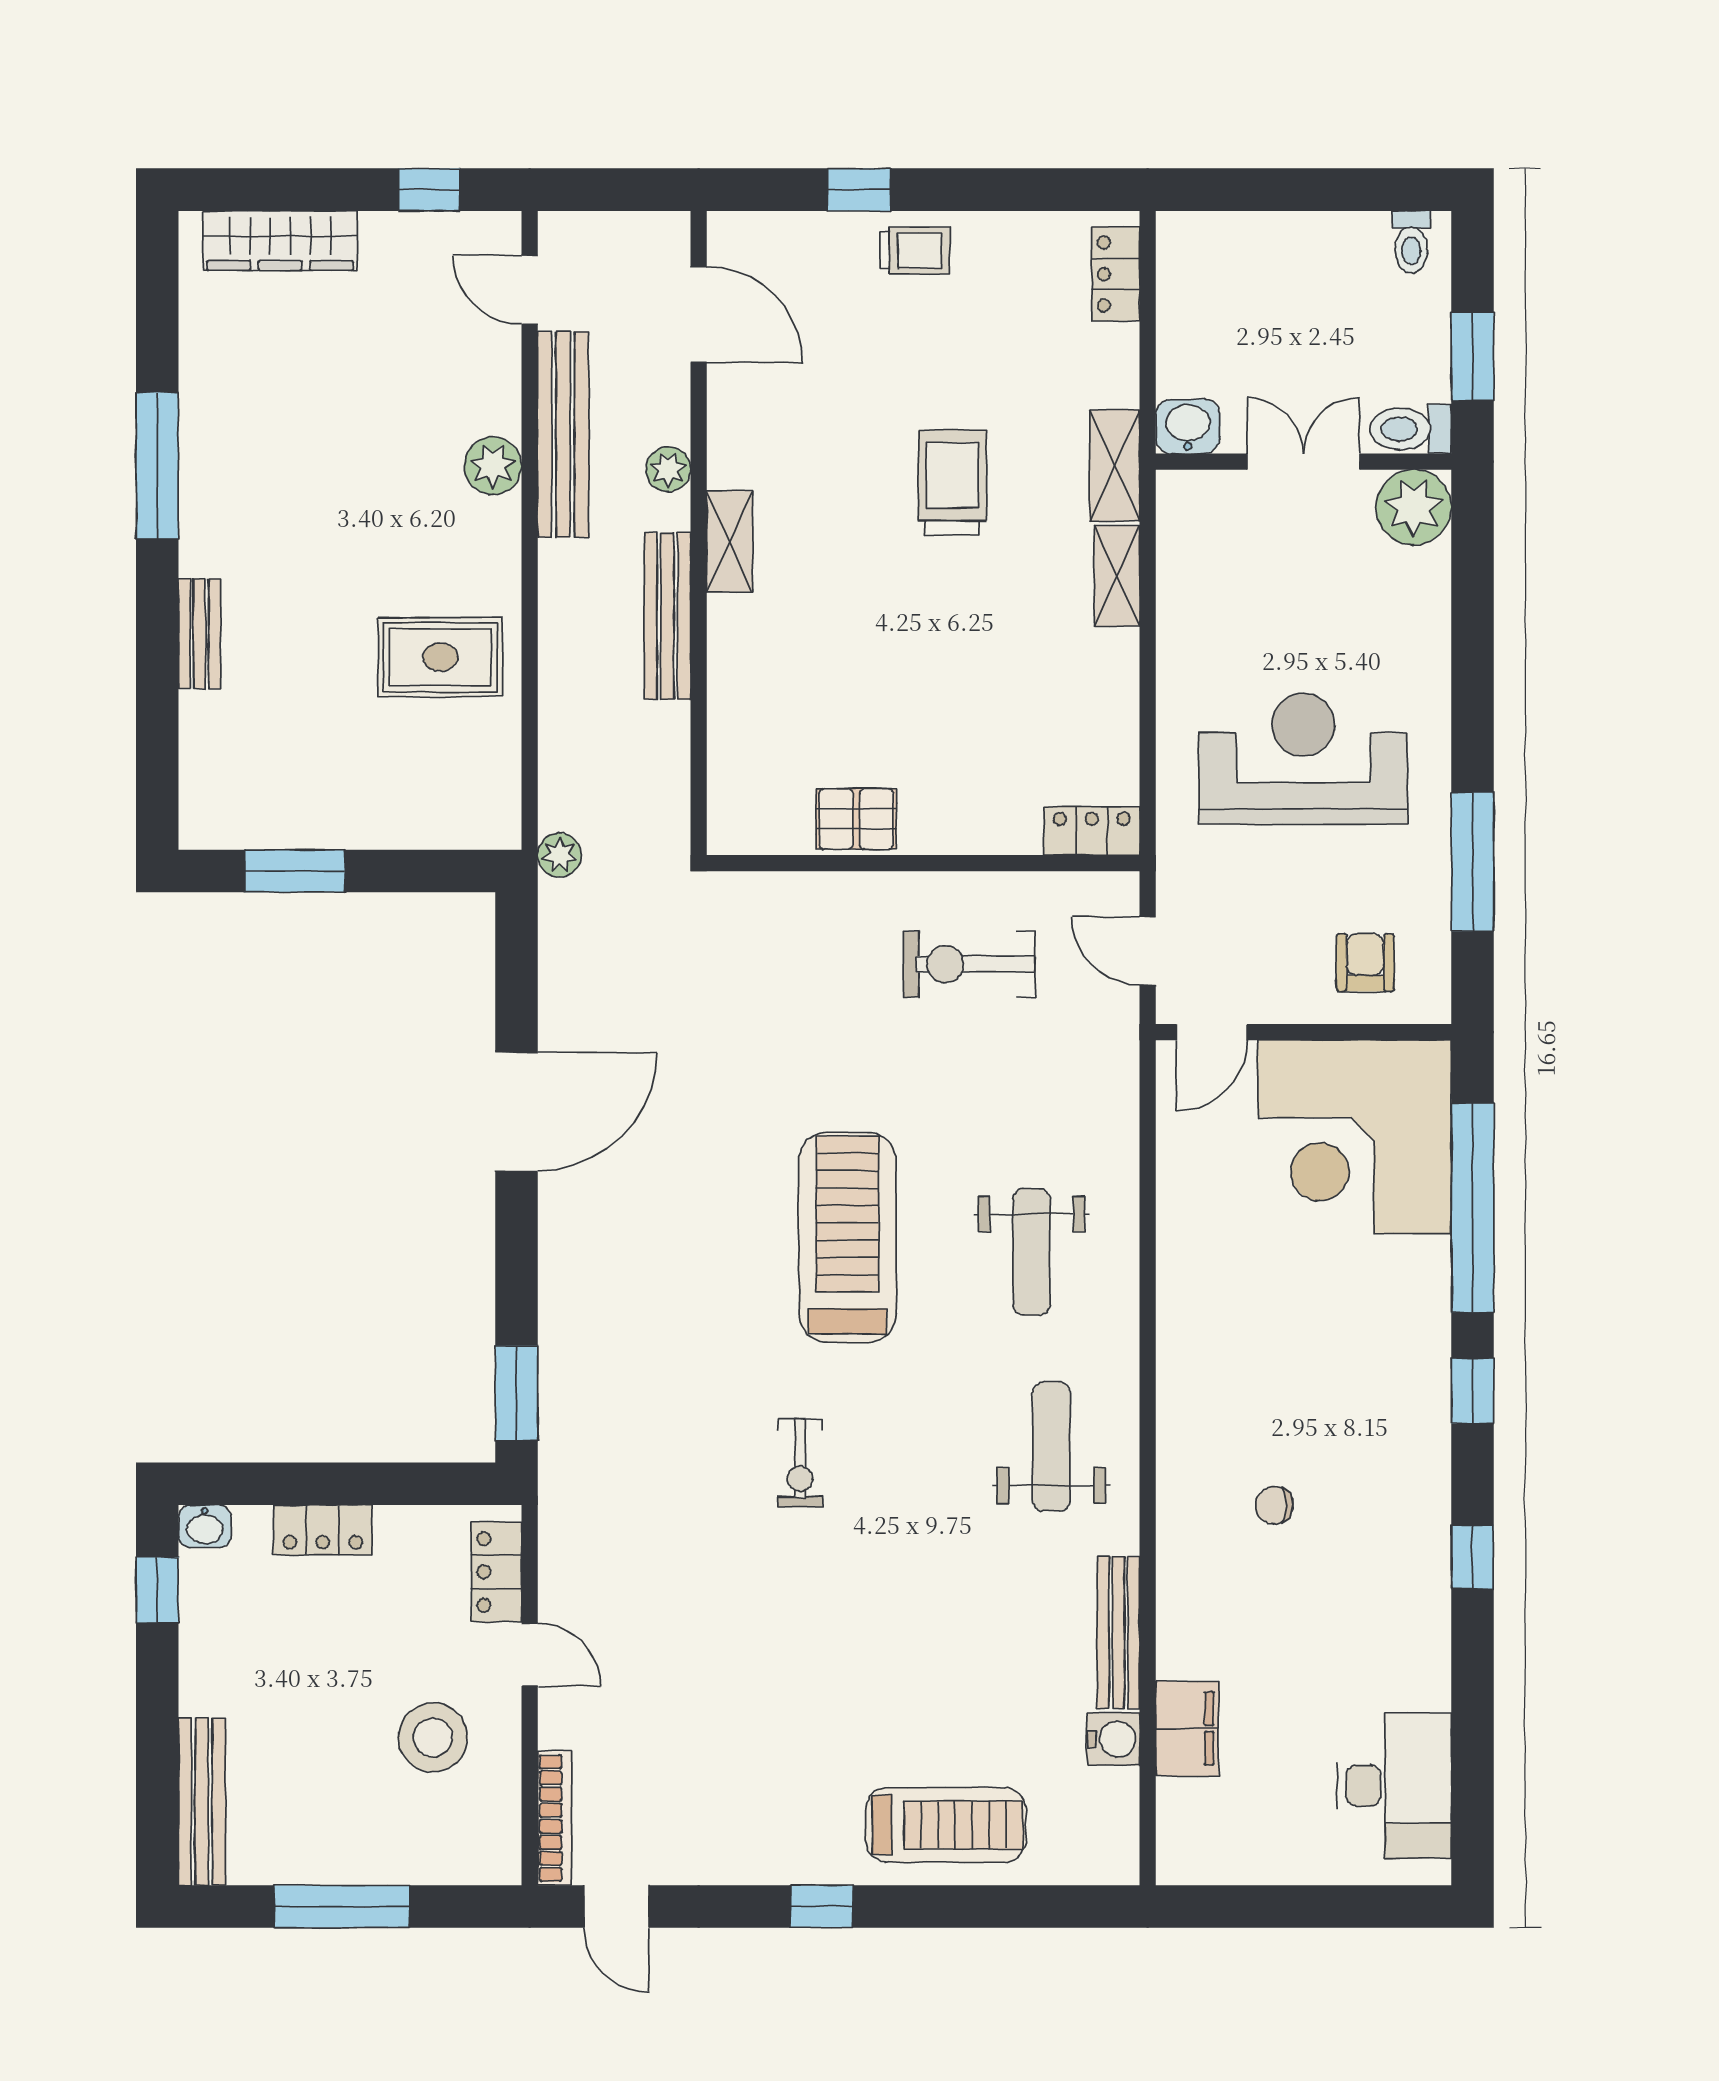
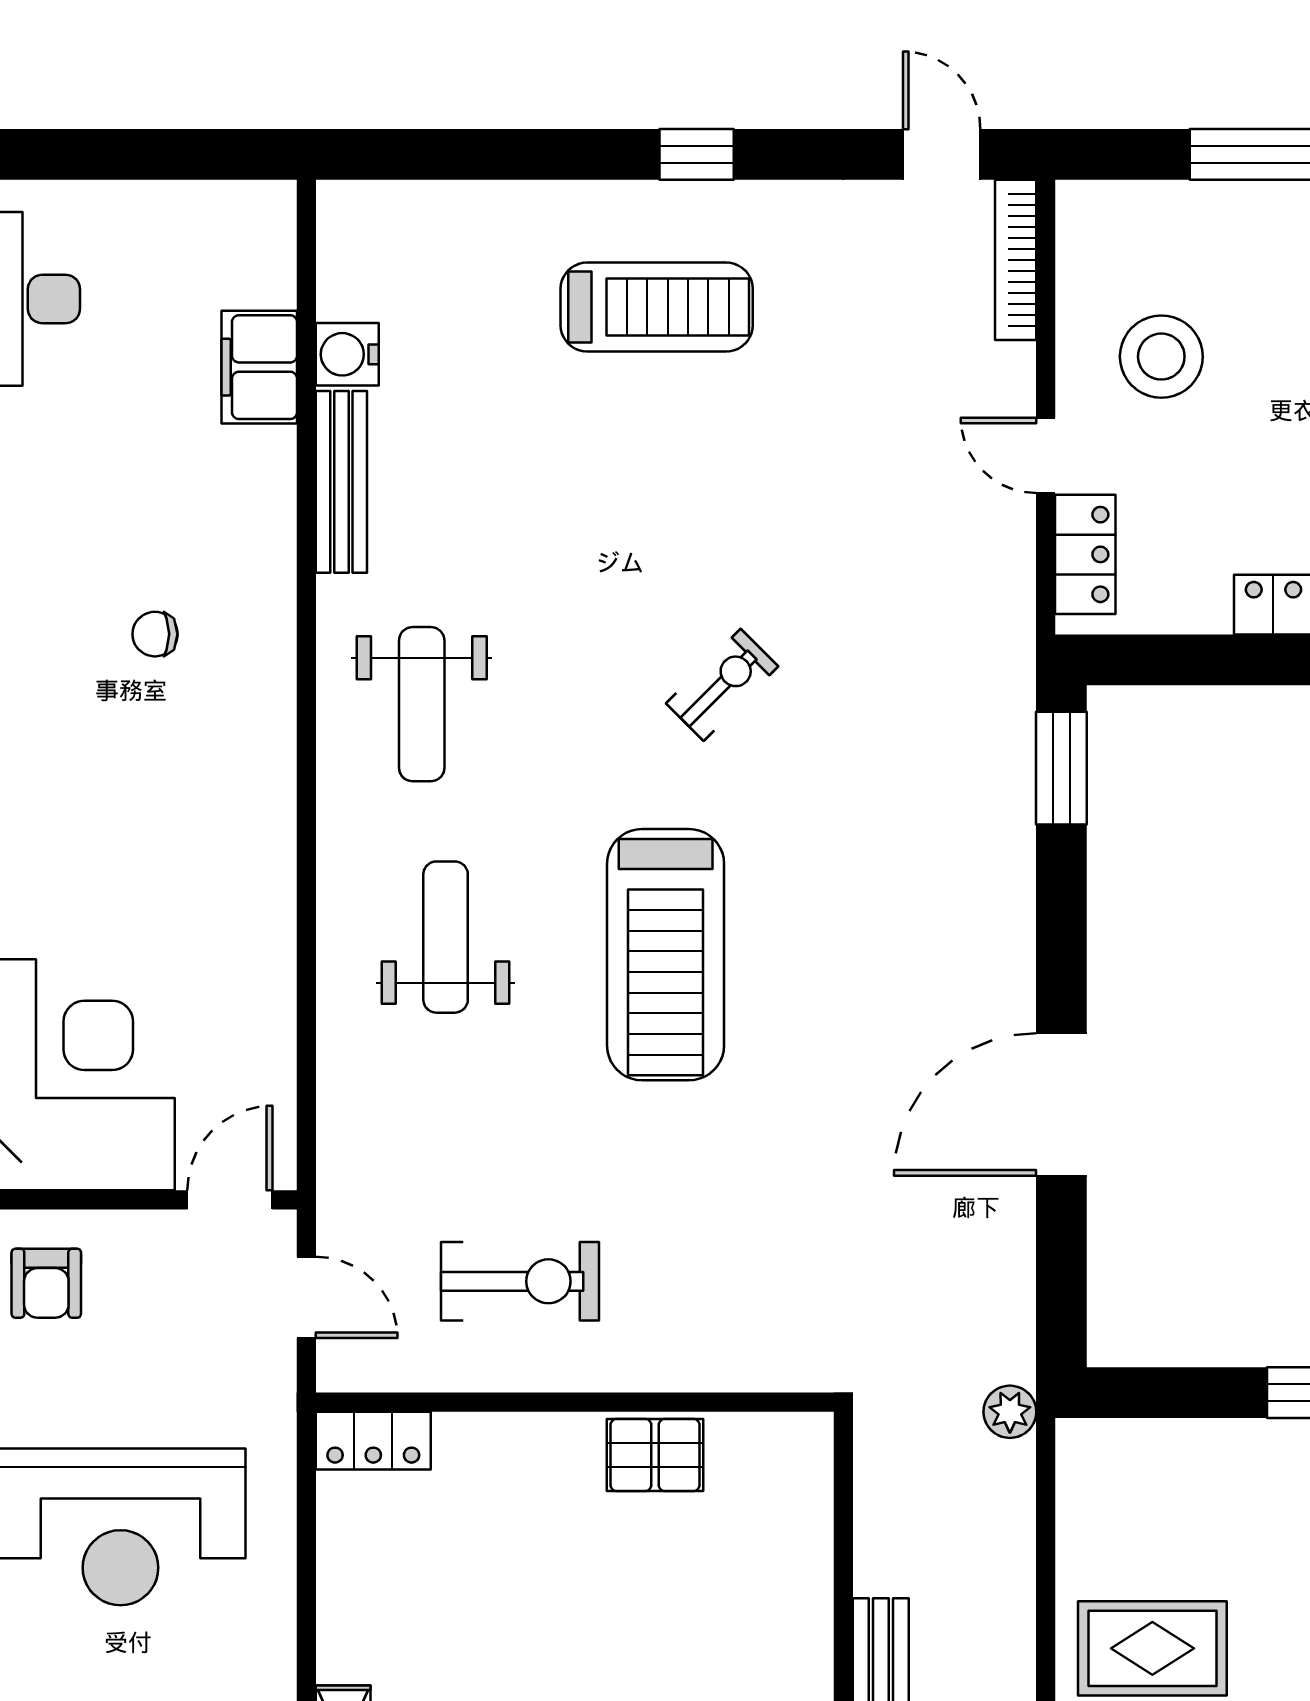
exercise bike: (800, 1463) -> (722, 685), turned 45
chair: (1274, 1505) -> (155, 634), turned 180
treadmill: (946, 1825) -> (657, 307), moved, turned 180

